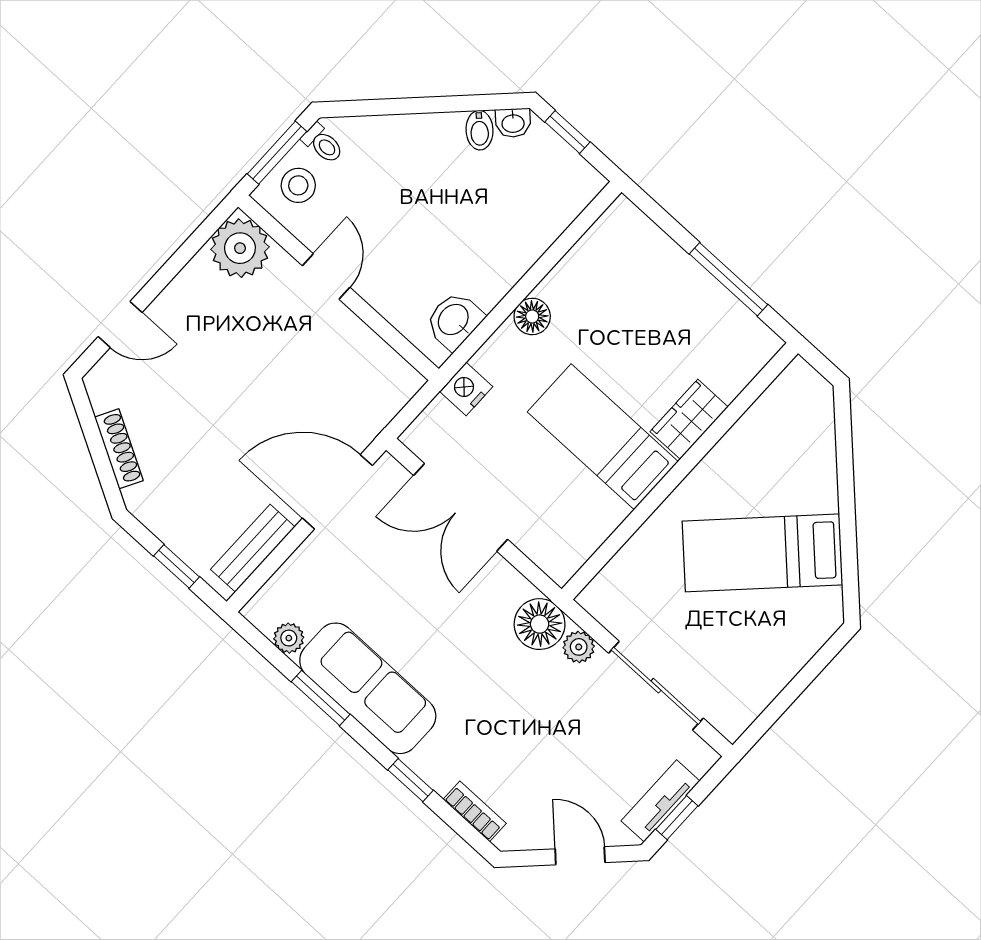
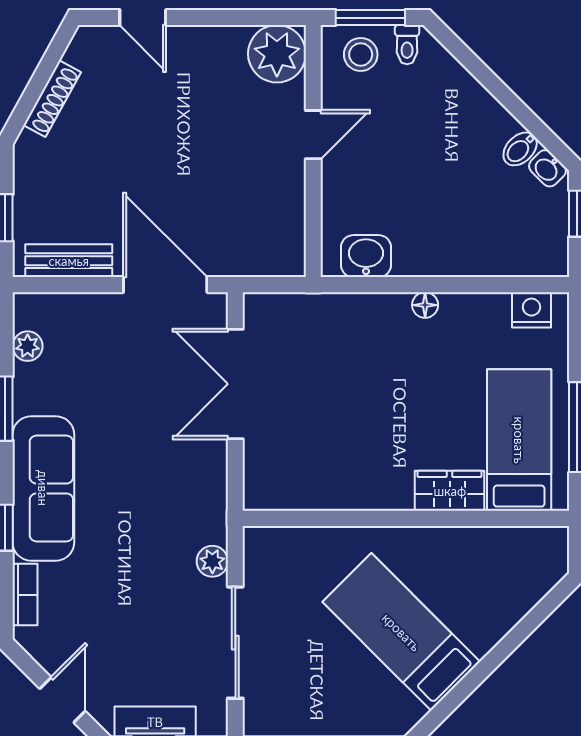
floor lamp: (532, 316) -> (425, 305), width x0.73, depth x0.73
nightstand: (466, 389) -> (531, 310), moved
bed: (603, 437) -> (519, 440), moved
floor lamp: (540, 624) -> (203, 518), removed
sofa: (368, 688) -> (43, 488), moved

